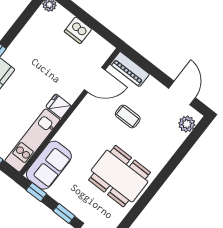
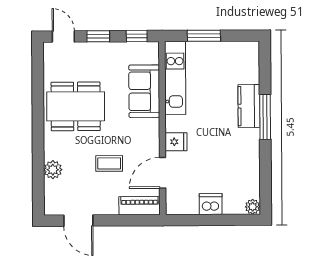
fridge: (58, 106) -> (176, 142), moved
plant: (187, 124) -> (53, 170), moved
sofa: (49, 165) -> (144, 91), moved

